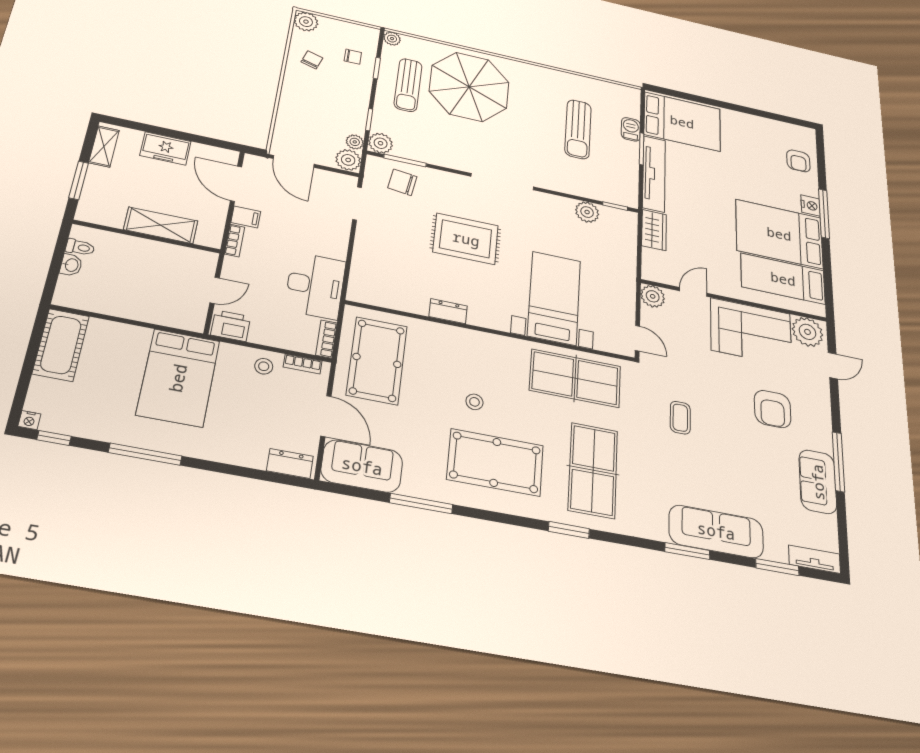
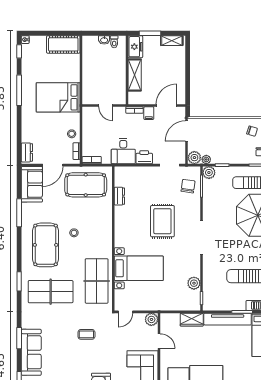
freezer: (165, 148) -> (135, 47), moved, turned 180
desk: (315, 286) -> (123, 151), width x0.73
dresser: (448, 311) -> (119, 196), moved
printer: (231, 326) -> (144, 157), moved, turned -90

